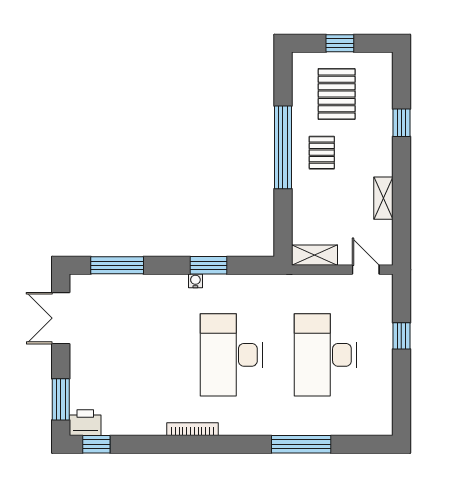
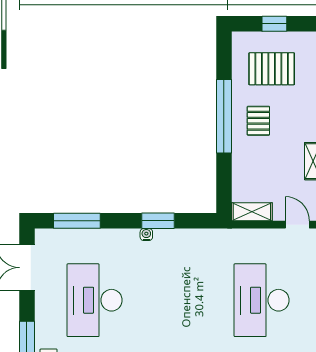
pallet: (337, 94) -> (272, 69), turned 90
desk: (231, 355) -> (95, 300), moved

